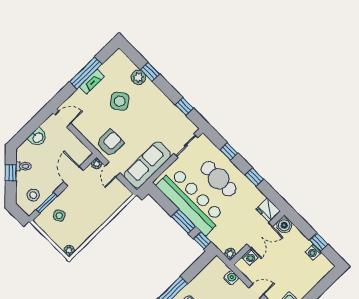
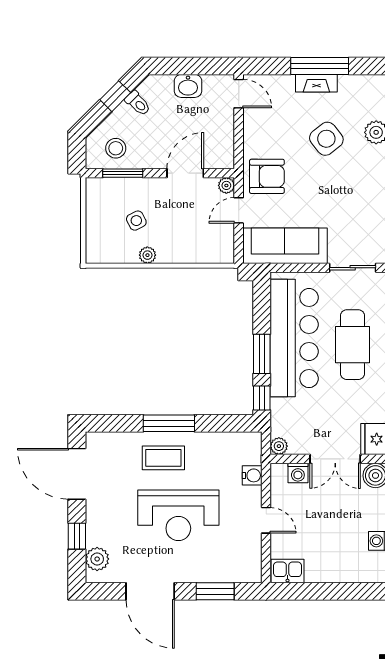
side table: (59, 216) -> (136, 221), moved
plant: (69, 250) -> (147, 255), moved

